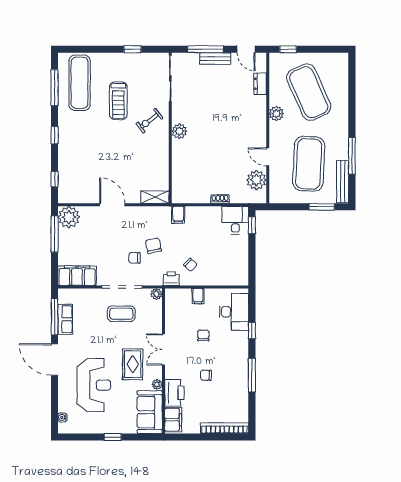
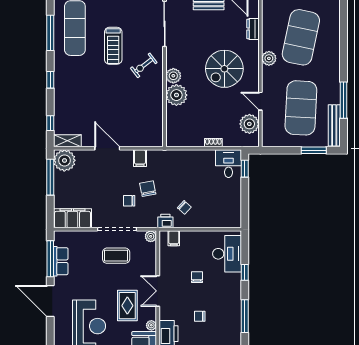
exercise mat: (309, 92) -> (301, 37), turned 36
spiral stairs: (231, 124) -> (224, 69), added
plant: (183, 151) -> (176, 95), added
shelving: (155, 197) -> (67, 141), moved
filing cabinet: (178, 215) -> (140, 158), moved
filing cabinet: (198, 296) -> (174, 238), moved

